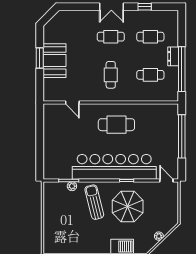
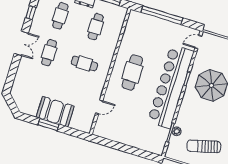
sun lounger: (94, 202) -> (204, 146), moved

